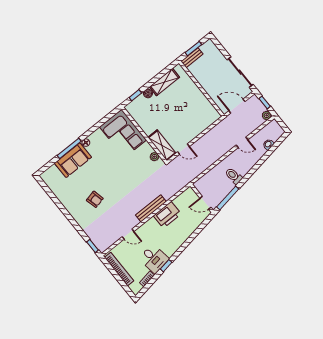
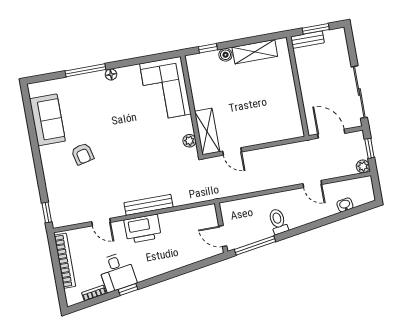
sofa: (73, 160) -> (47, 120), moved, turned -90
printer: (167, 215) -> (143, 229), moved

